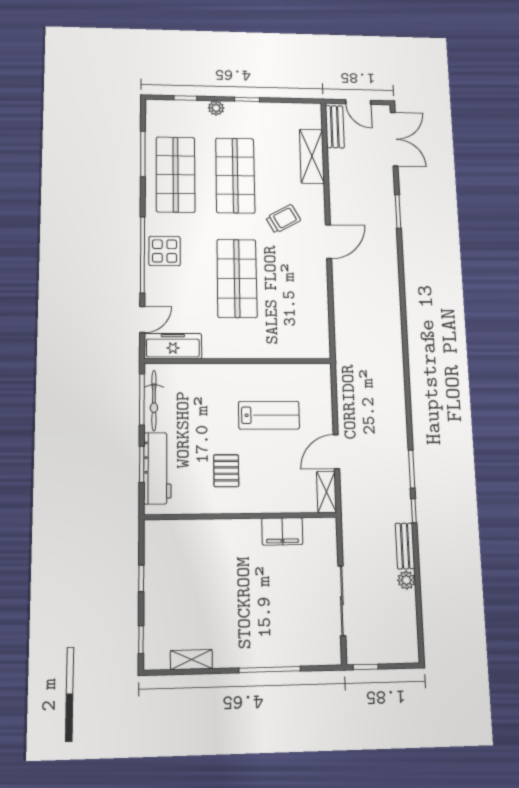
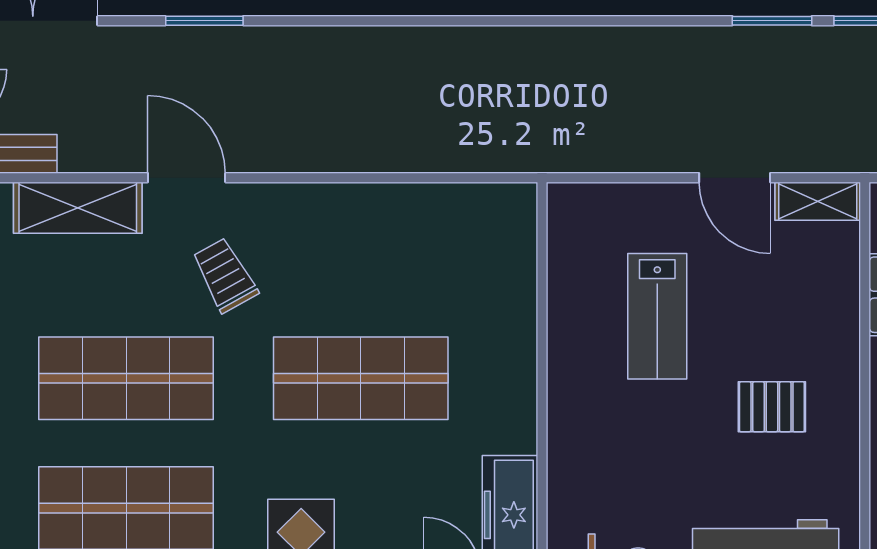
door: (328, 242) -> (187, 178), moved
lab bench: (269, 415) -> (657, 316), turned 180

